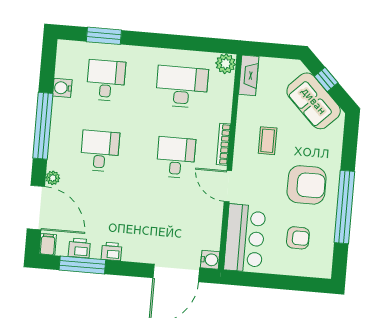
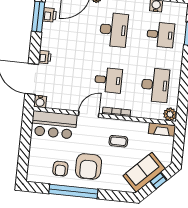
desk: (100, 151) -> (114, 30), width x1.37
armchair: (298, 238) -> (60, 169), moved
printer: (112, 251) -> (45, 57), moved

